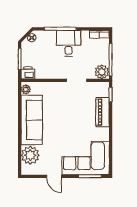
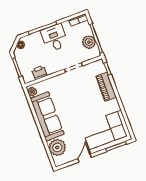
plant: (102, 72) -> (89, 42), moved
printer: (28, 73) -> (39, 73), moved
door: (54, 176) -> (85, 158), swing flipped

